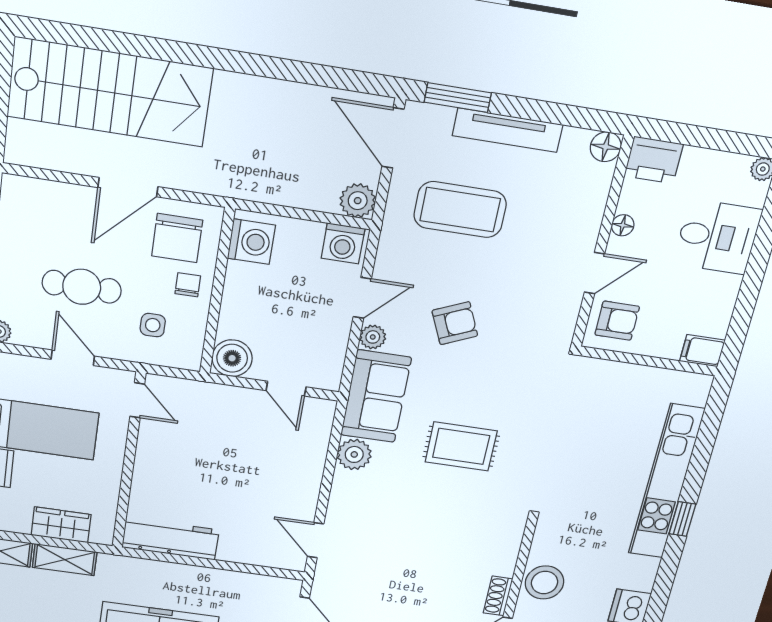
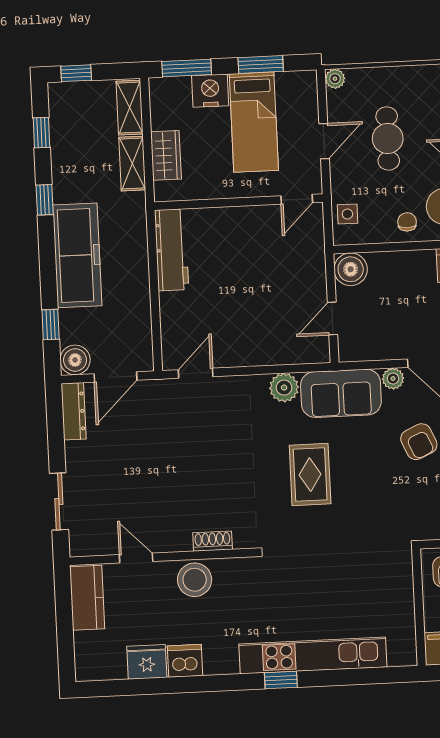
chair: (188, 285) -> (407, 222), turned -90
side table: (153, 325) -> (347, 214), moved
shoe rack: (498, 596) -> (213, 541), moved

